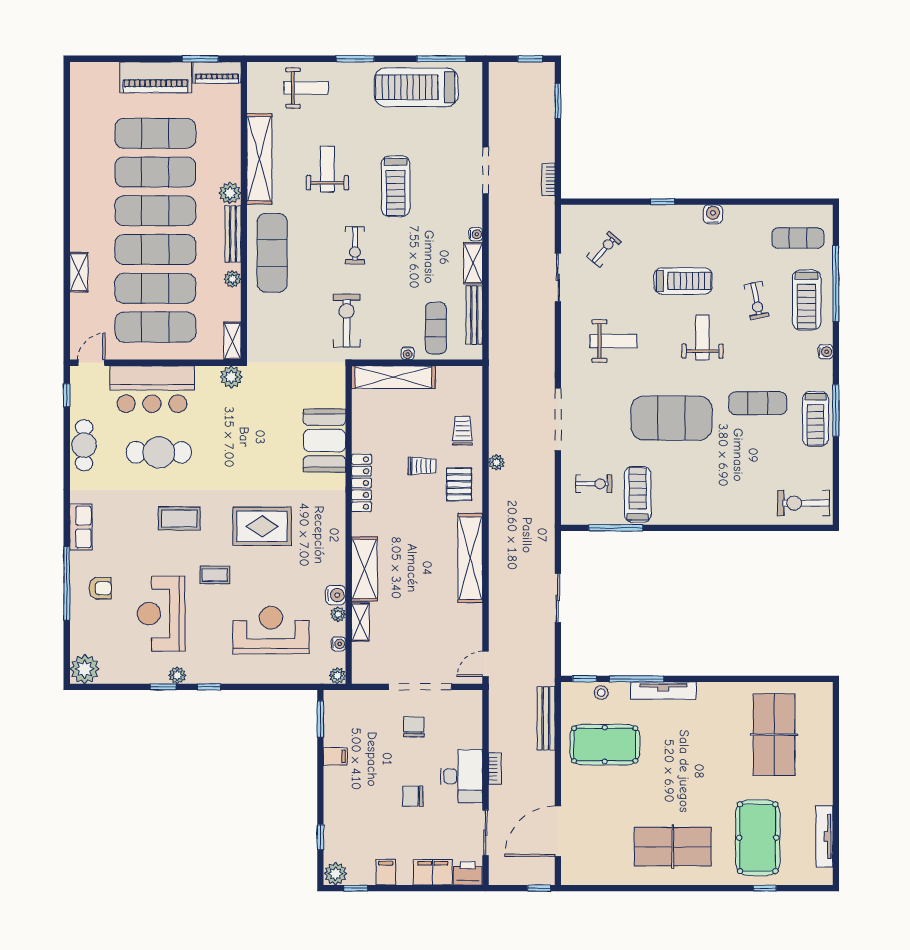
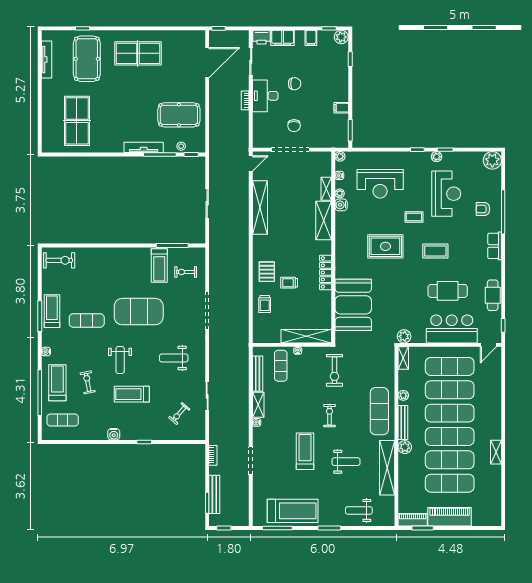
weight bench: (327, 169) -> (346, 462), turned -90
shelving: (79, 272) -> (496, 452), moved
booth: (324, 441) -> (353, 305), width x1.36, depth x1.42
plant: (497, 462) -> (244, 285), removed
shelving: (470, 558) -> (260, 208), moved
bench: (546, 718) -> (214, 494), moved

